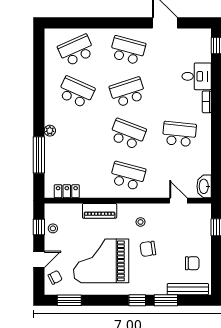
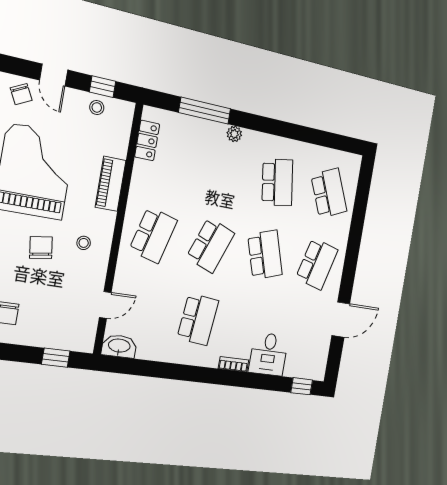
school desk: (76, 92) -> (277, 182), turned -33

